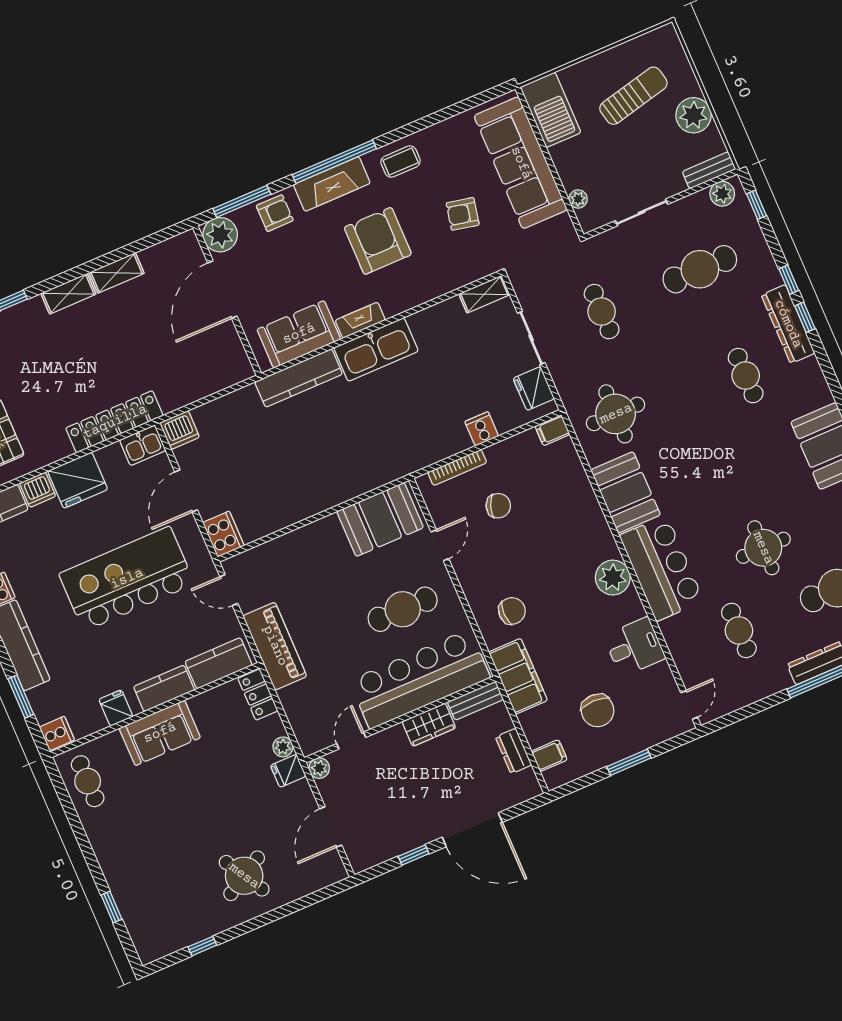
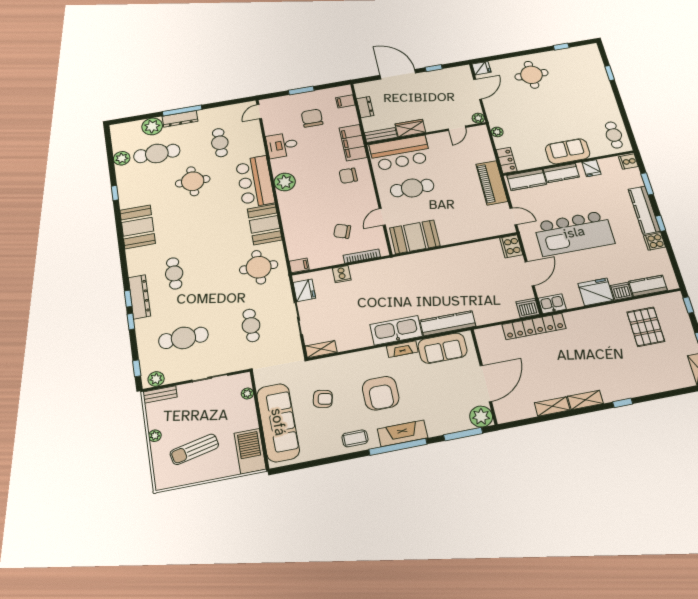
plant: (693, 115) -> (155, 436), width x0.53, depth x0.53
armchair: (275, 213) -> (443, 423), removed
locker: (115, 422) -> (534, 326), moved
bar counter: (420, 679) -> (400, 153), width x0.73
fridge: (288, 771) -> (482, 68), moved
round table: (244, 876) -> (531, 75), turned 30

